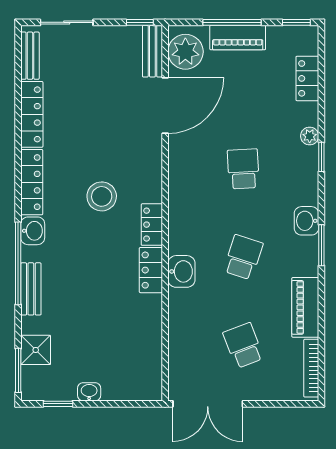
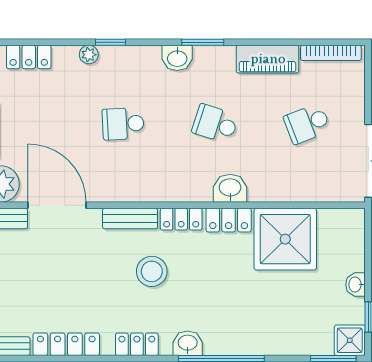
locker: (32, 182) -> (137, 344), width x0.66
bench: (31, 289) -> (130, 219), moved
shower: (133, 324) -> (285, 239), added
shower: (36, 350) -> (350, 340), moved

